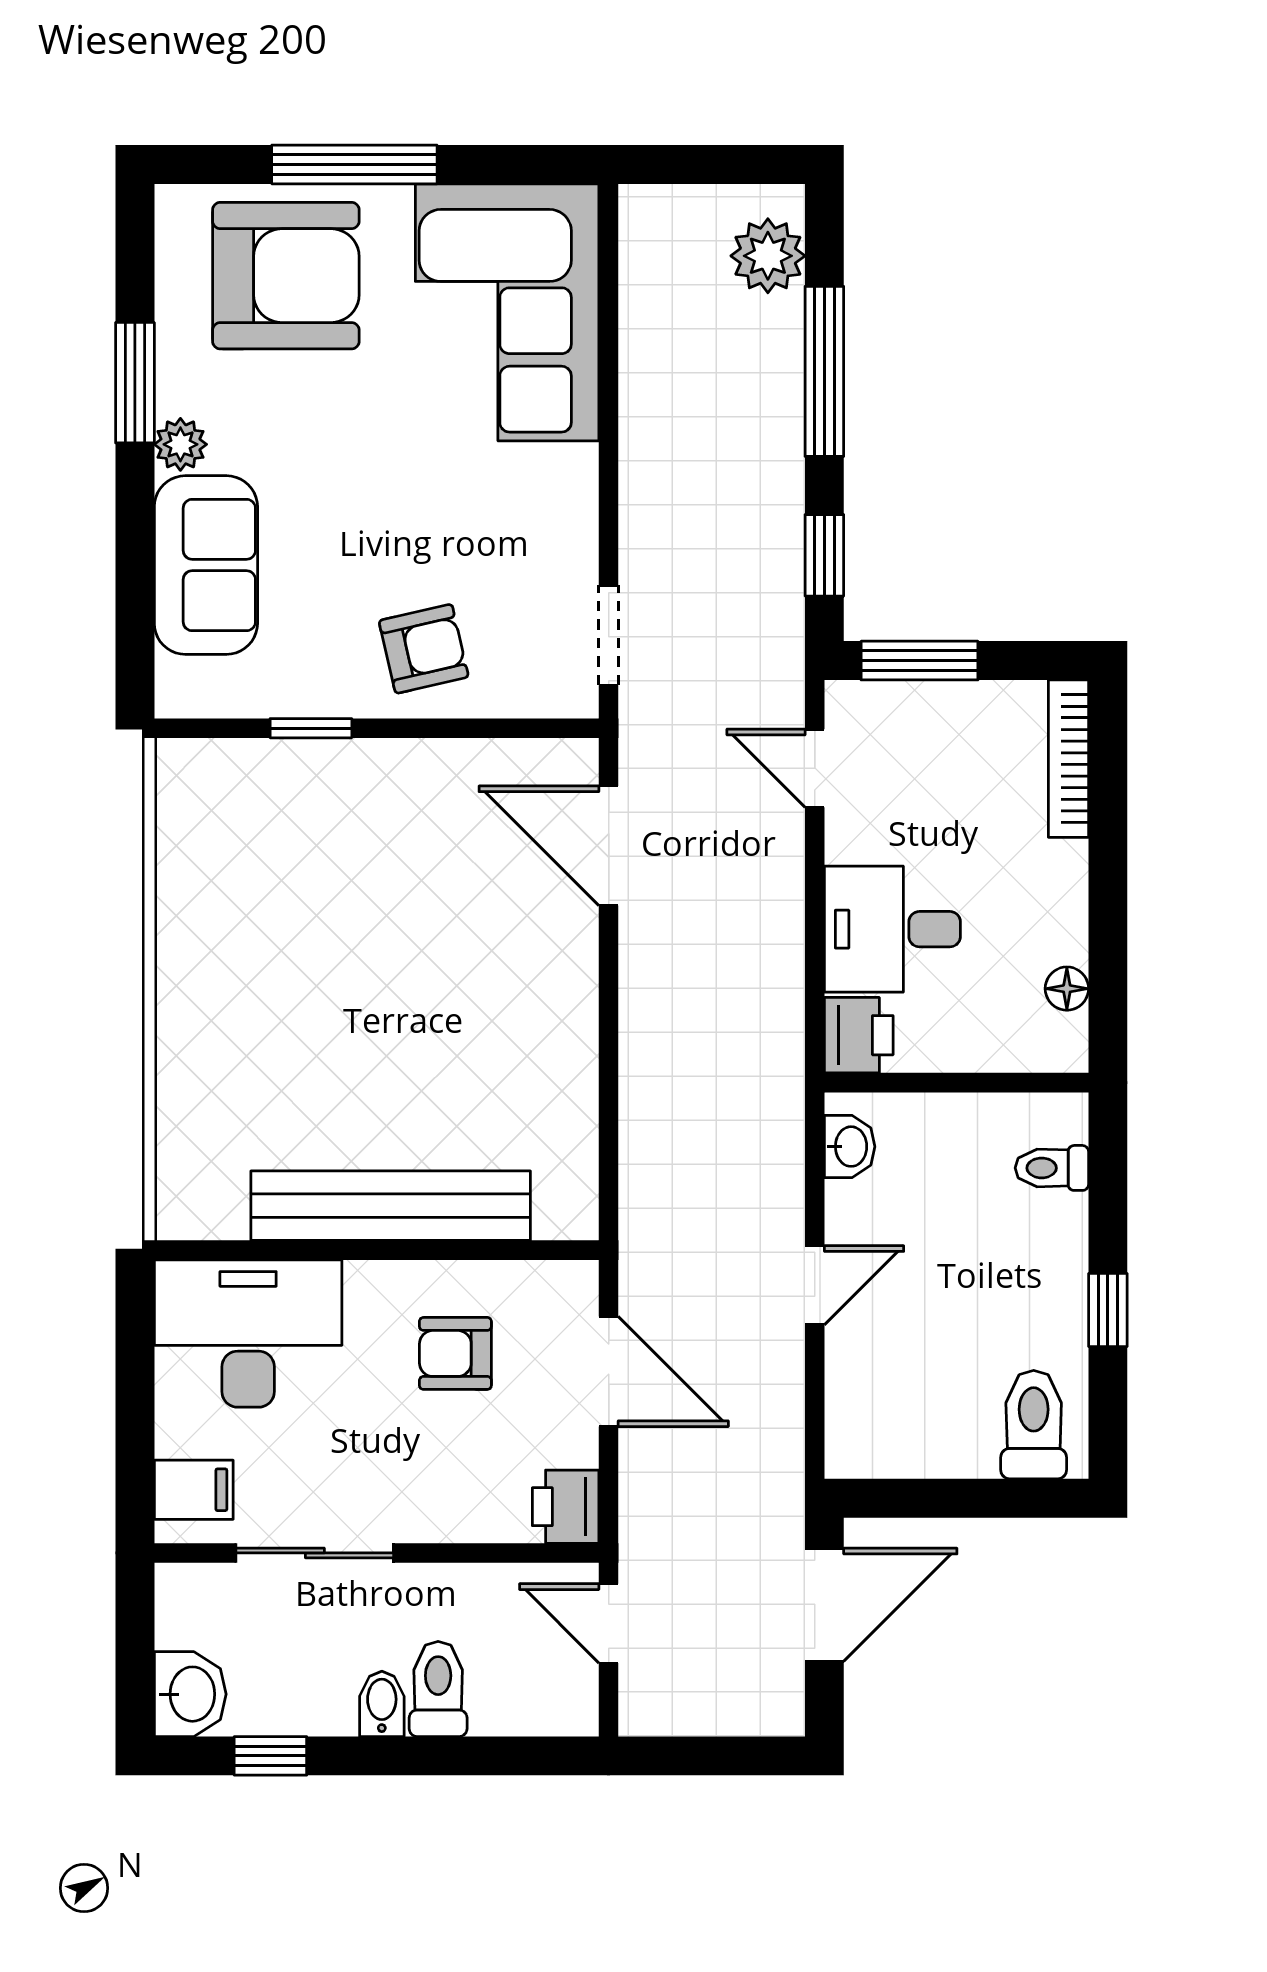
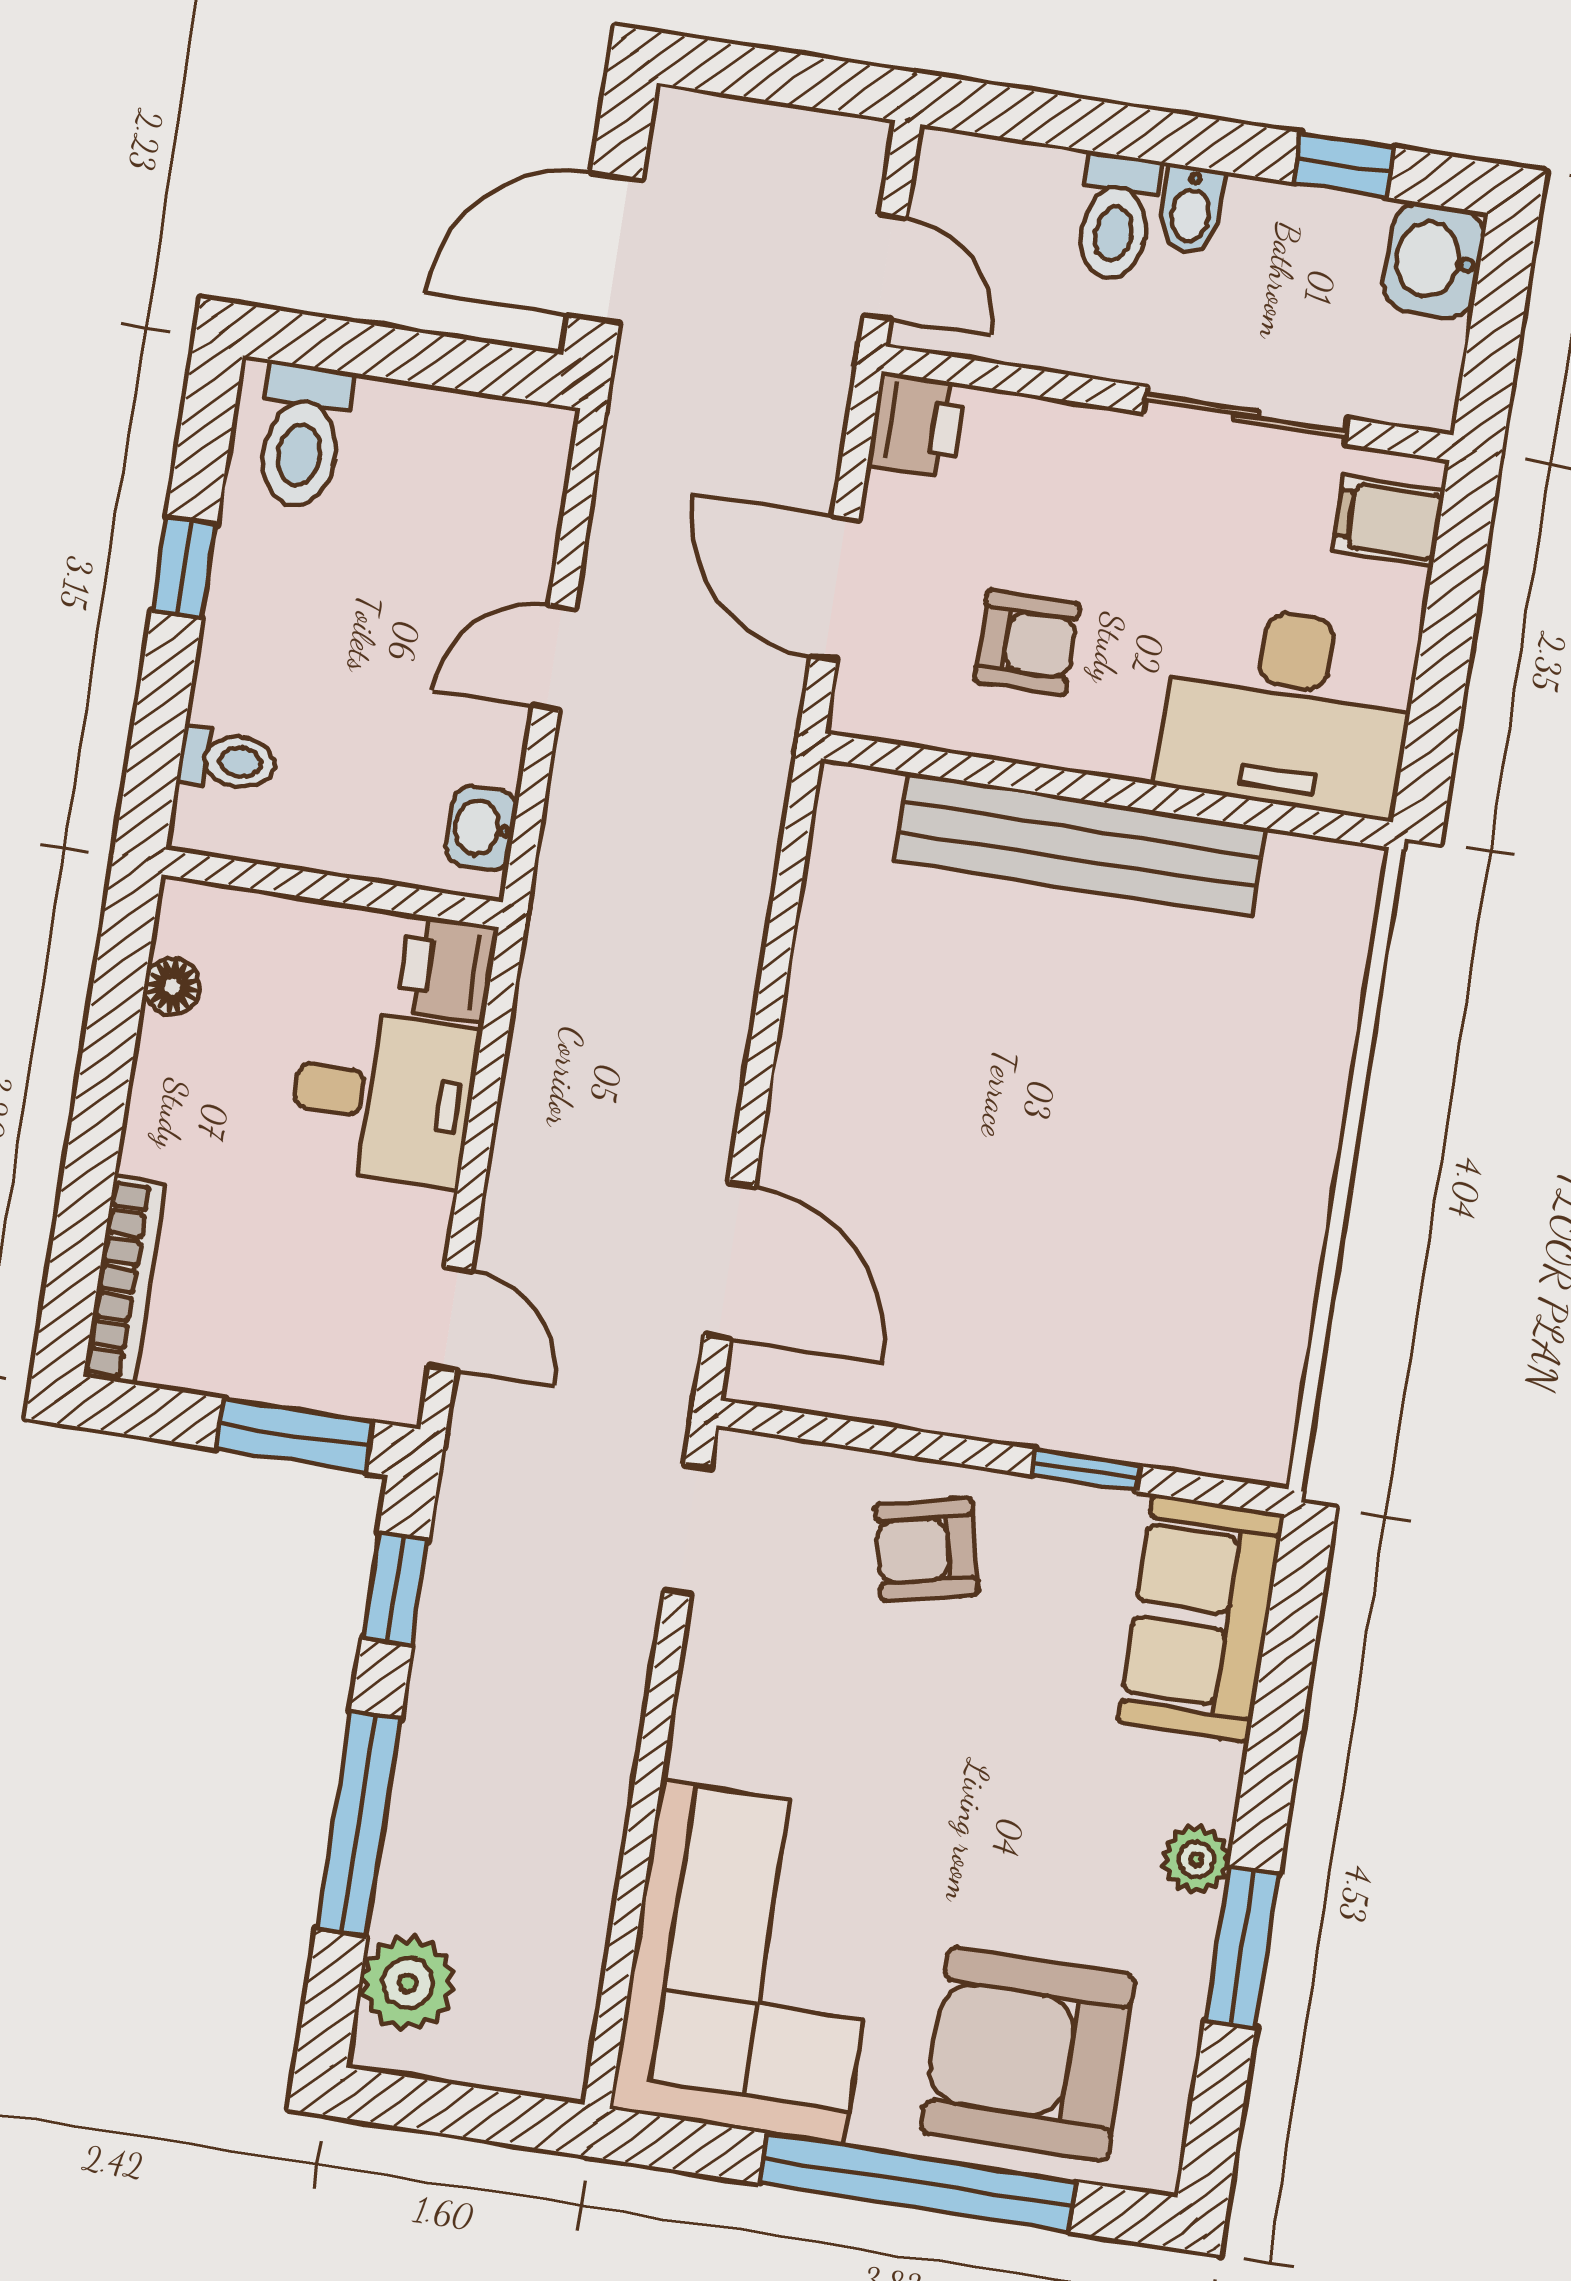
window: (354, 164) -> (918, 2182), width x1.46
sofa: (206, 565) -> (1201, 1618), moved

